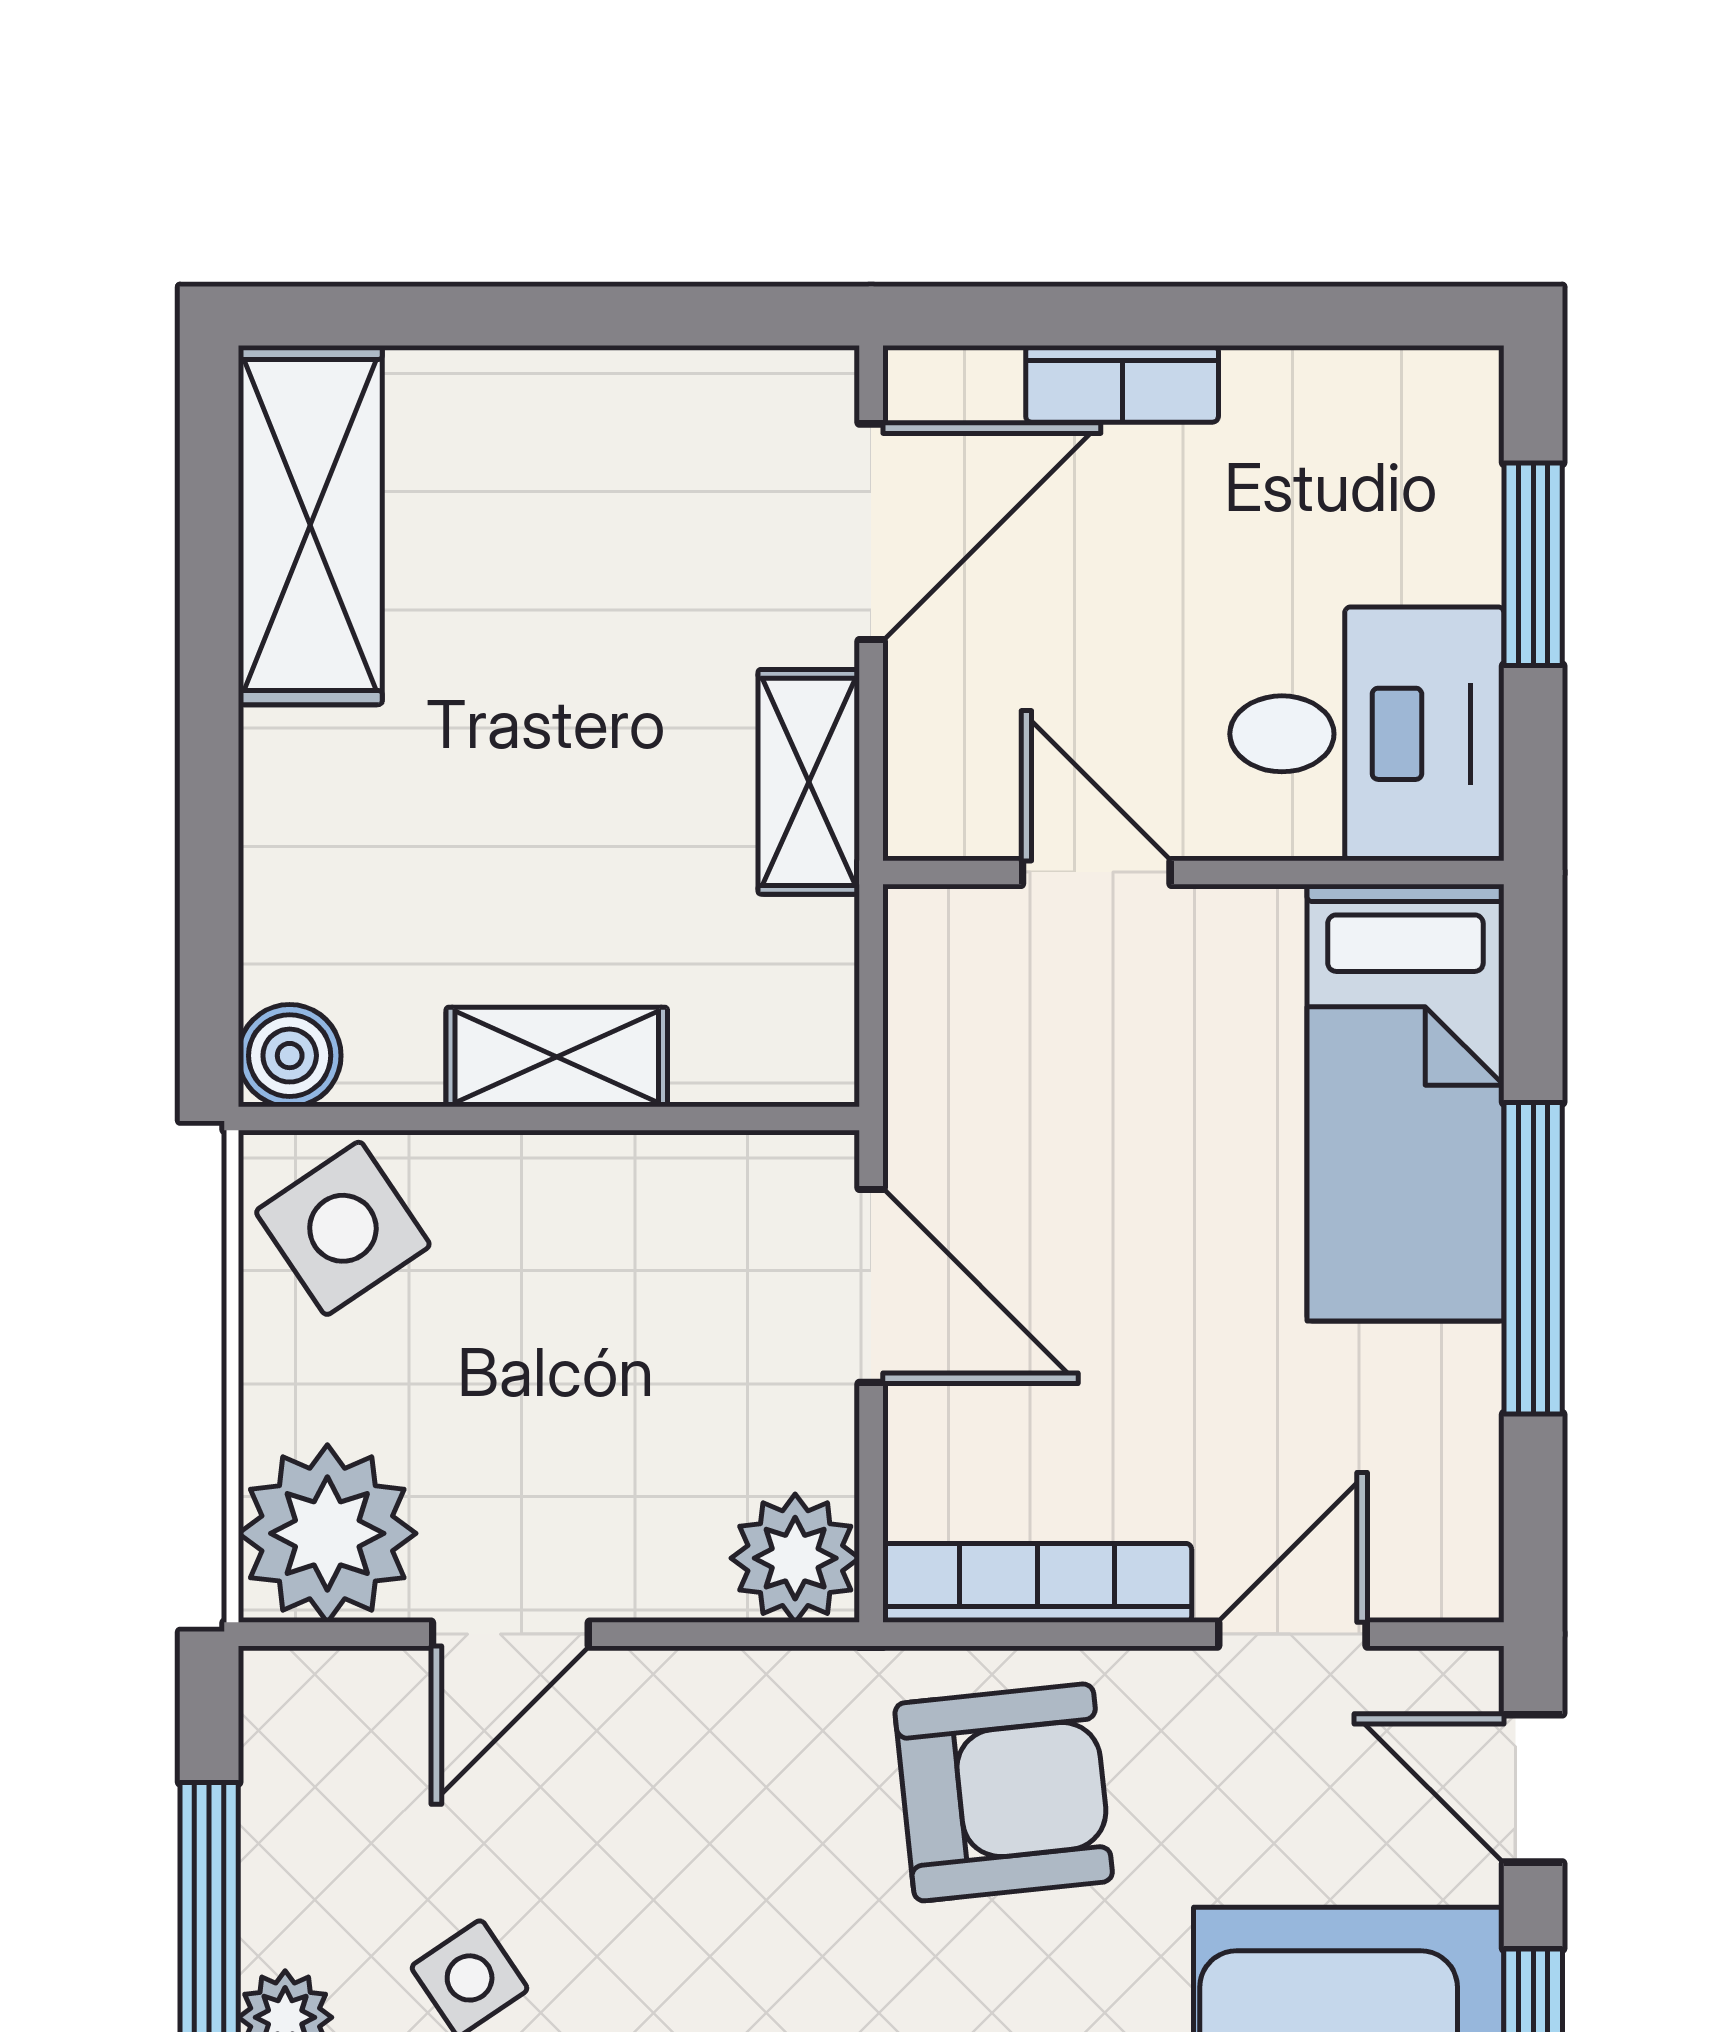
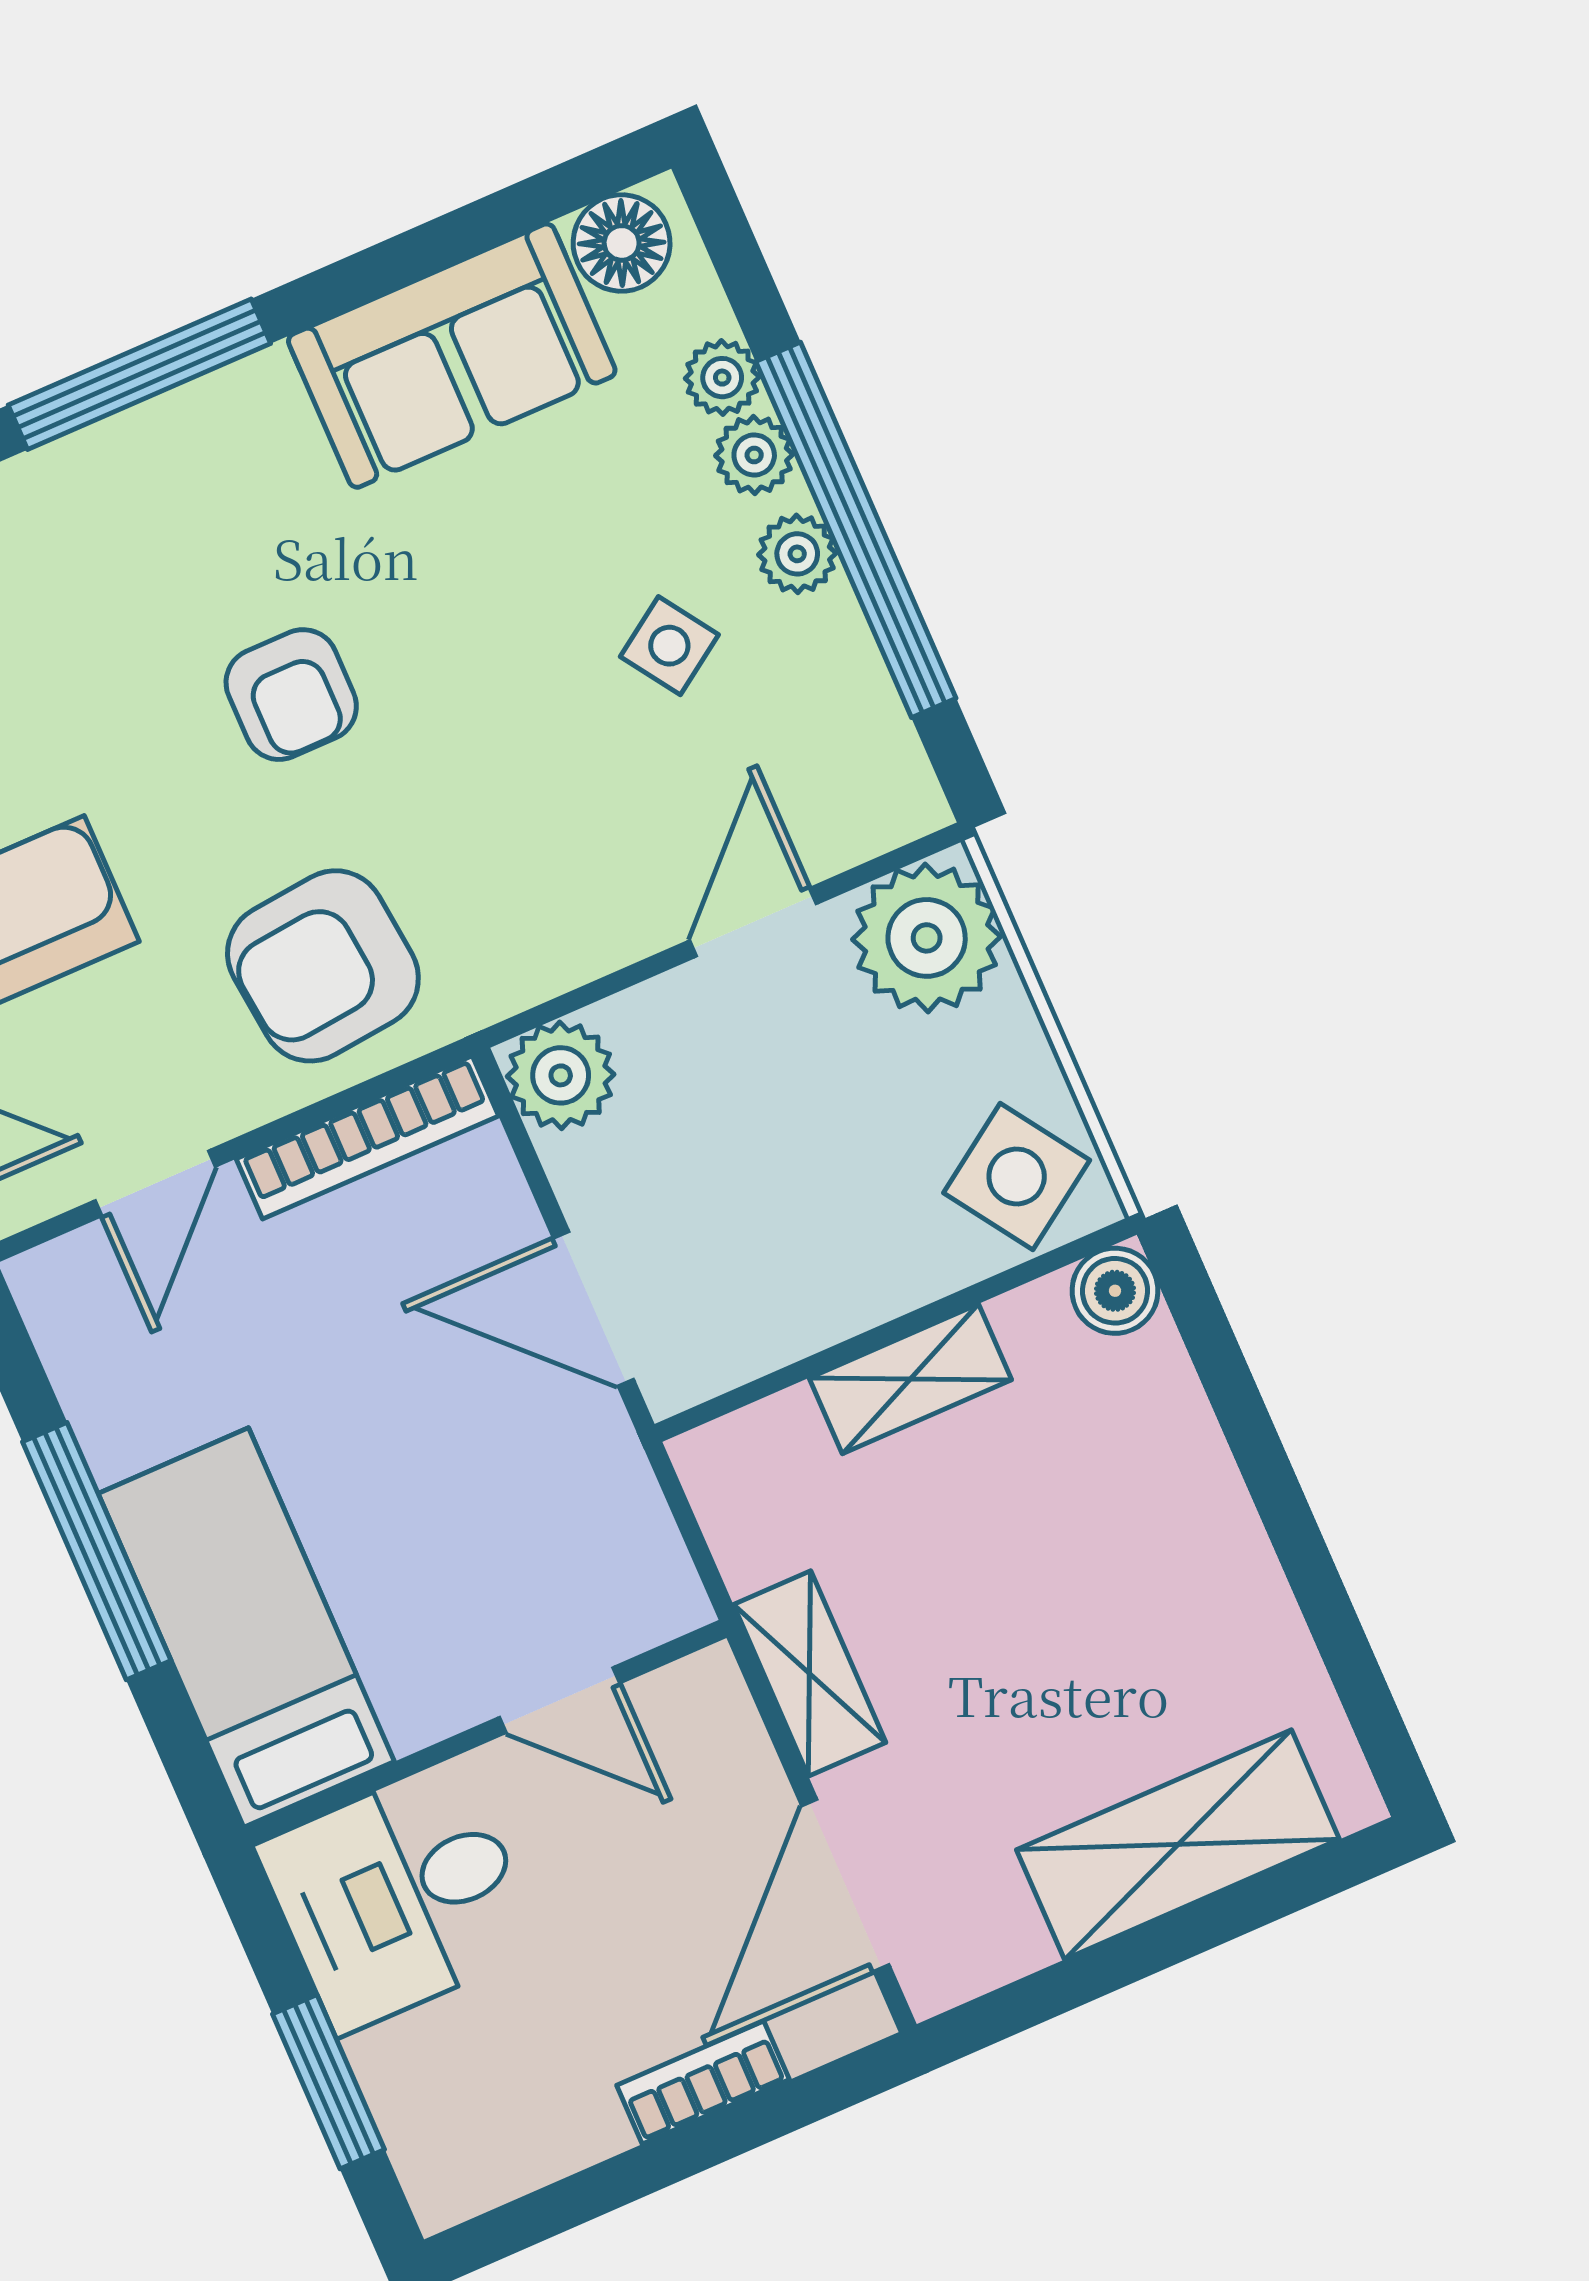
shelving: (310, 525) -> (1178, 1845), moved, turned 90

